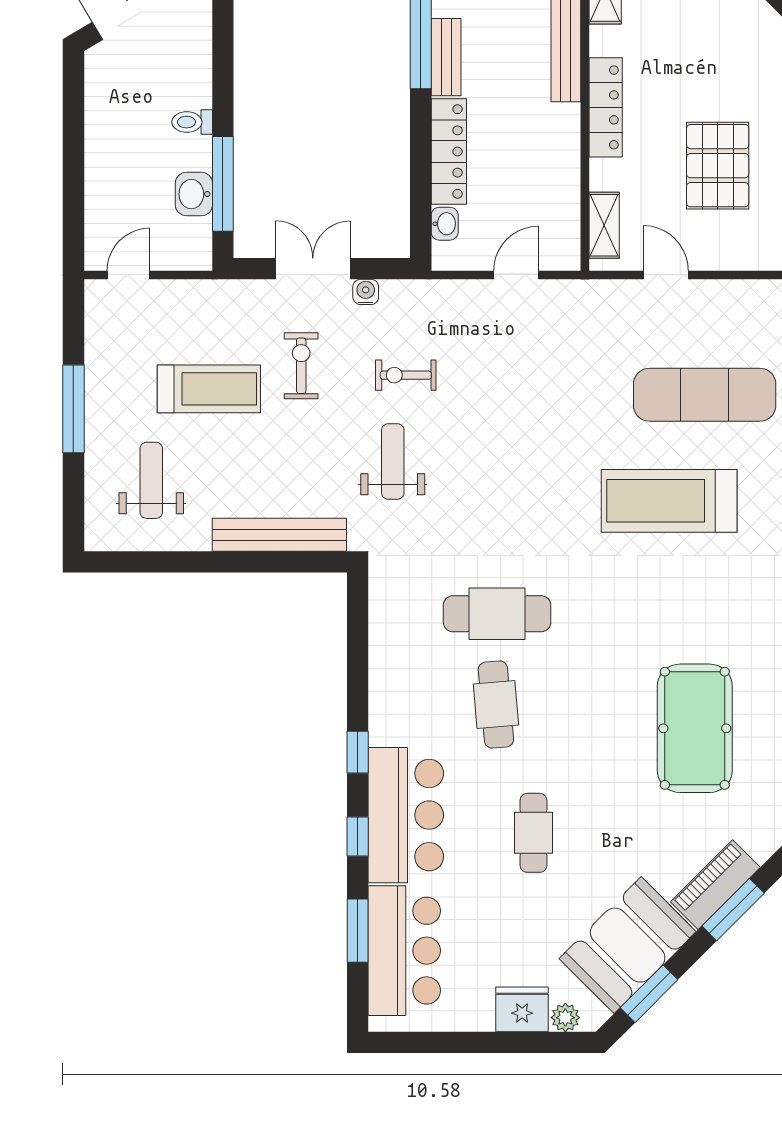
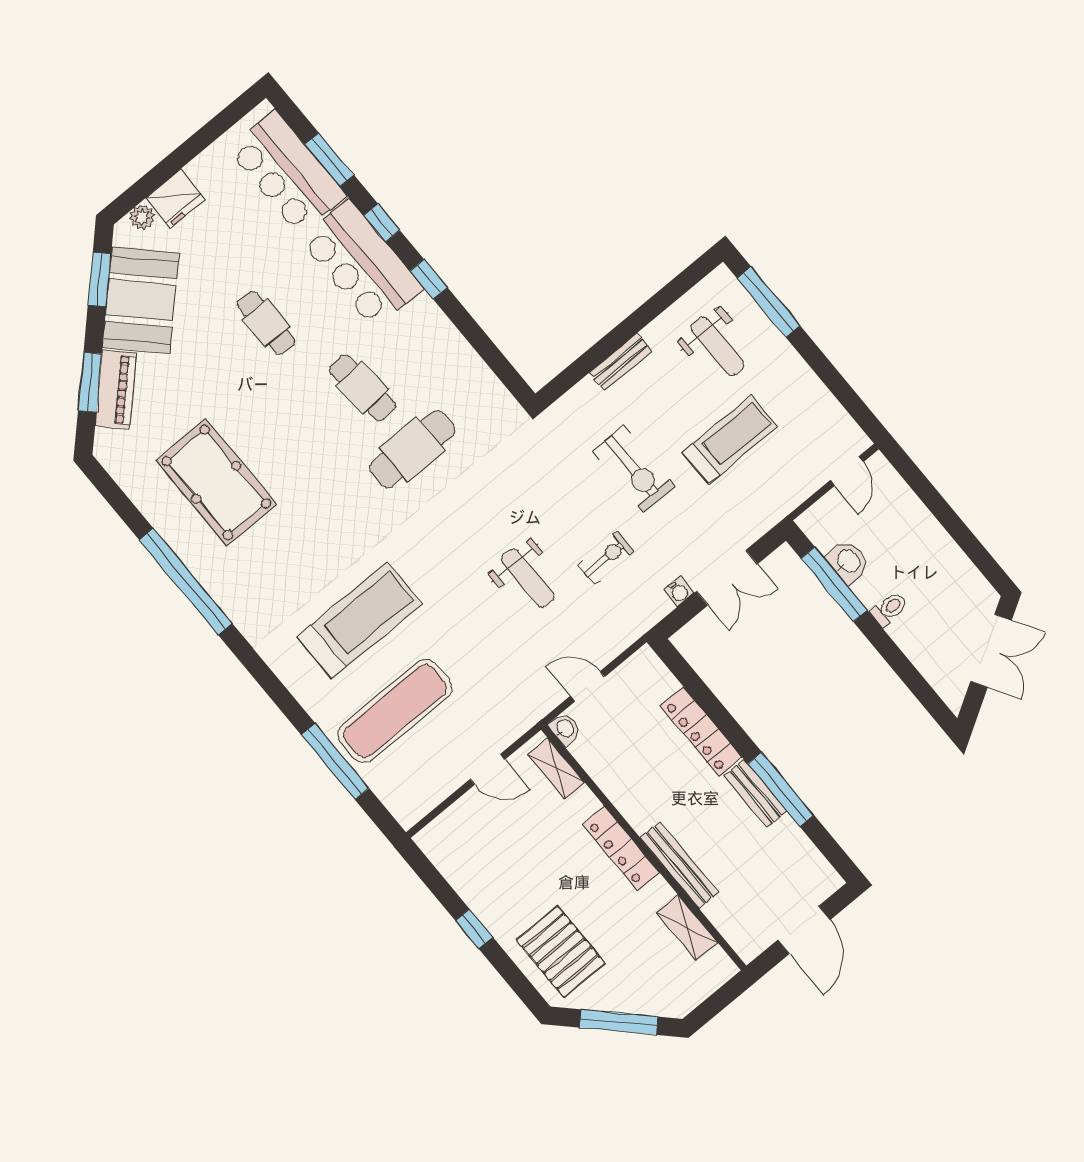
pallet: (718, 166) -> (561, 952), moved
washbasin: (445, 224) -> (565, 729), moved, turned 180
door: (516, 275) -> (587, 686), swing flipped
exercise bike: (301, 366) -> (634, 469), moved, width x1.38, depth x1.39
treadmill: (209, 389) -> (730, 440), turned 180
window: (73, 409) -> (769, 302), moved
weight bench: (393, 462) -> (528, 578), moved
bench: (279, 535) -> (621, 362), width x0.54, depth x0.82

